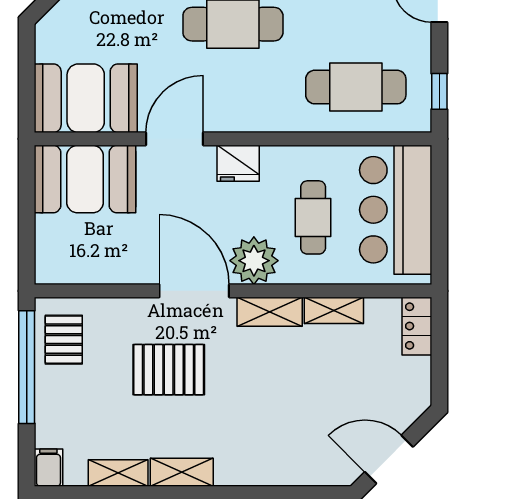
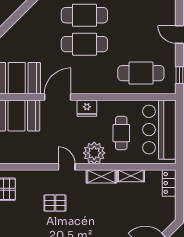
door: (194, 291) -> (67, 167), width x0.53
pallet: (169, 370) -> (55, 203), width x0.67, depth x0.71

